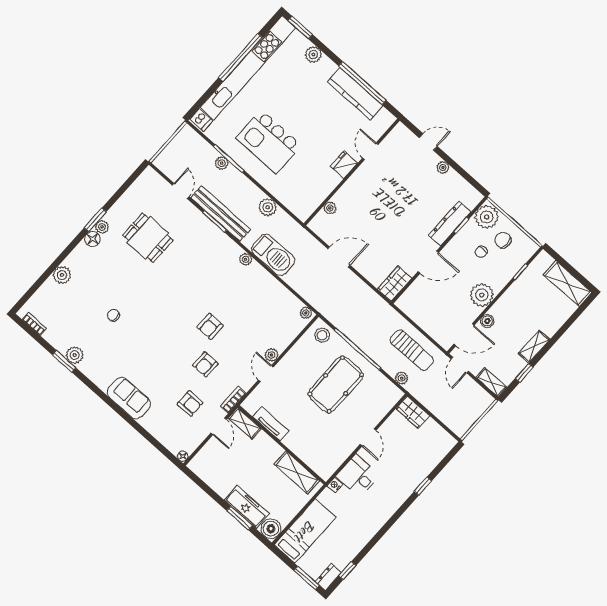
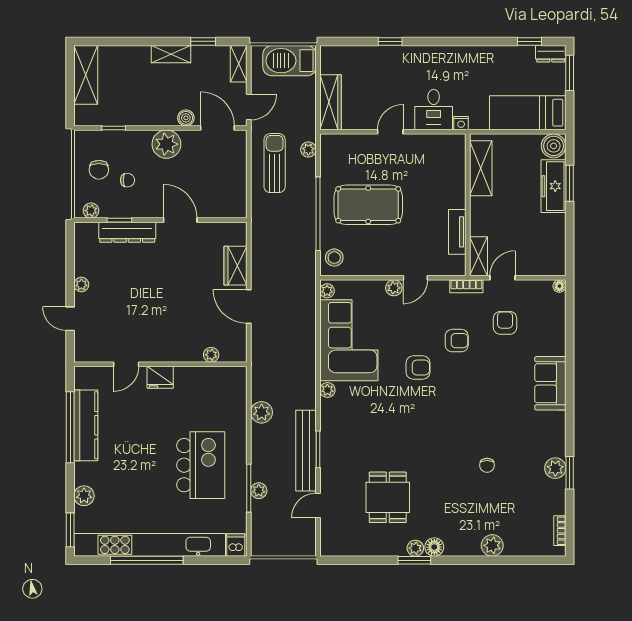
plant: (487, 217) -> (91, 211), width x0.53, depth x0.53
barbecue: (273, 255) -> (289, 61), moved, turned -90
wardrobe: (395, 284) -> (236, 266), moved, turned 90
corner sofa: (264, 299) -> (349, 340), added
wardrobe: (413, 412) -> (331, 102), width x1.50

